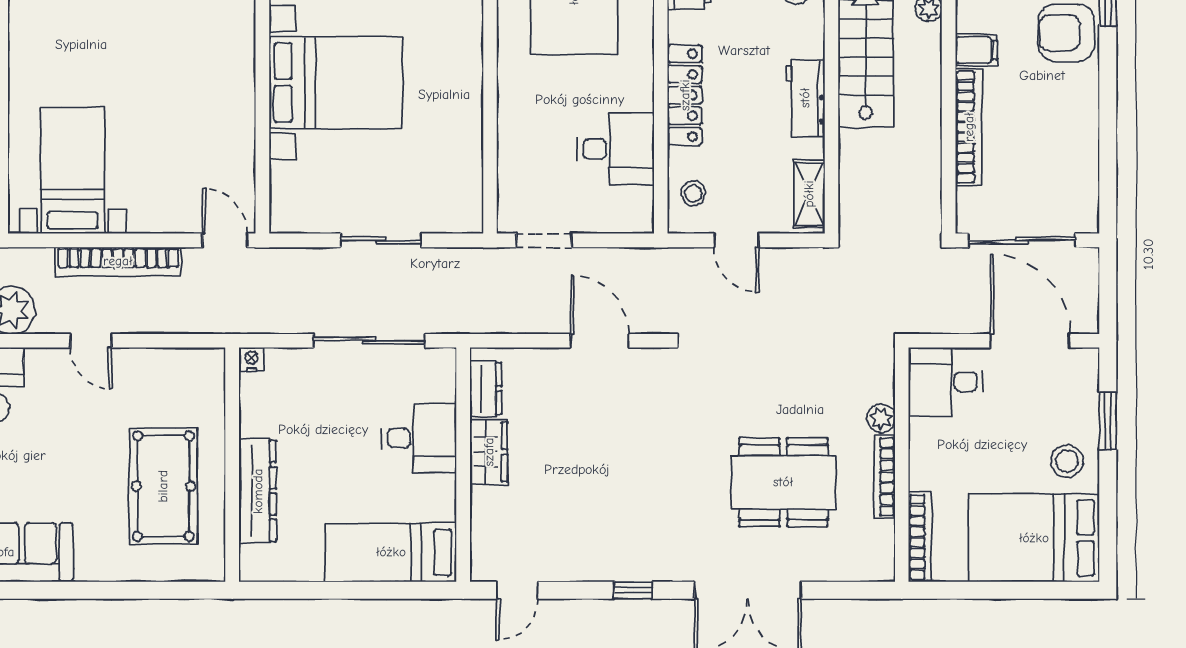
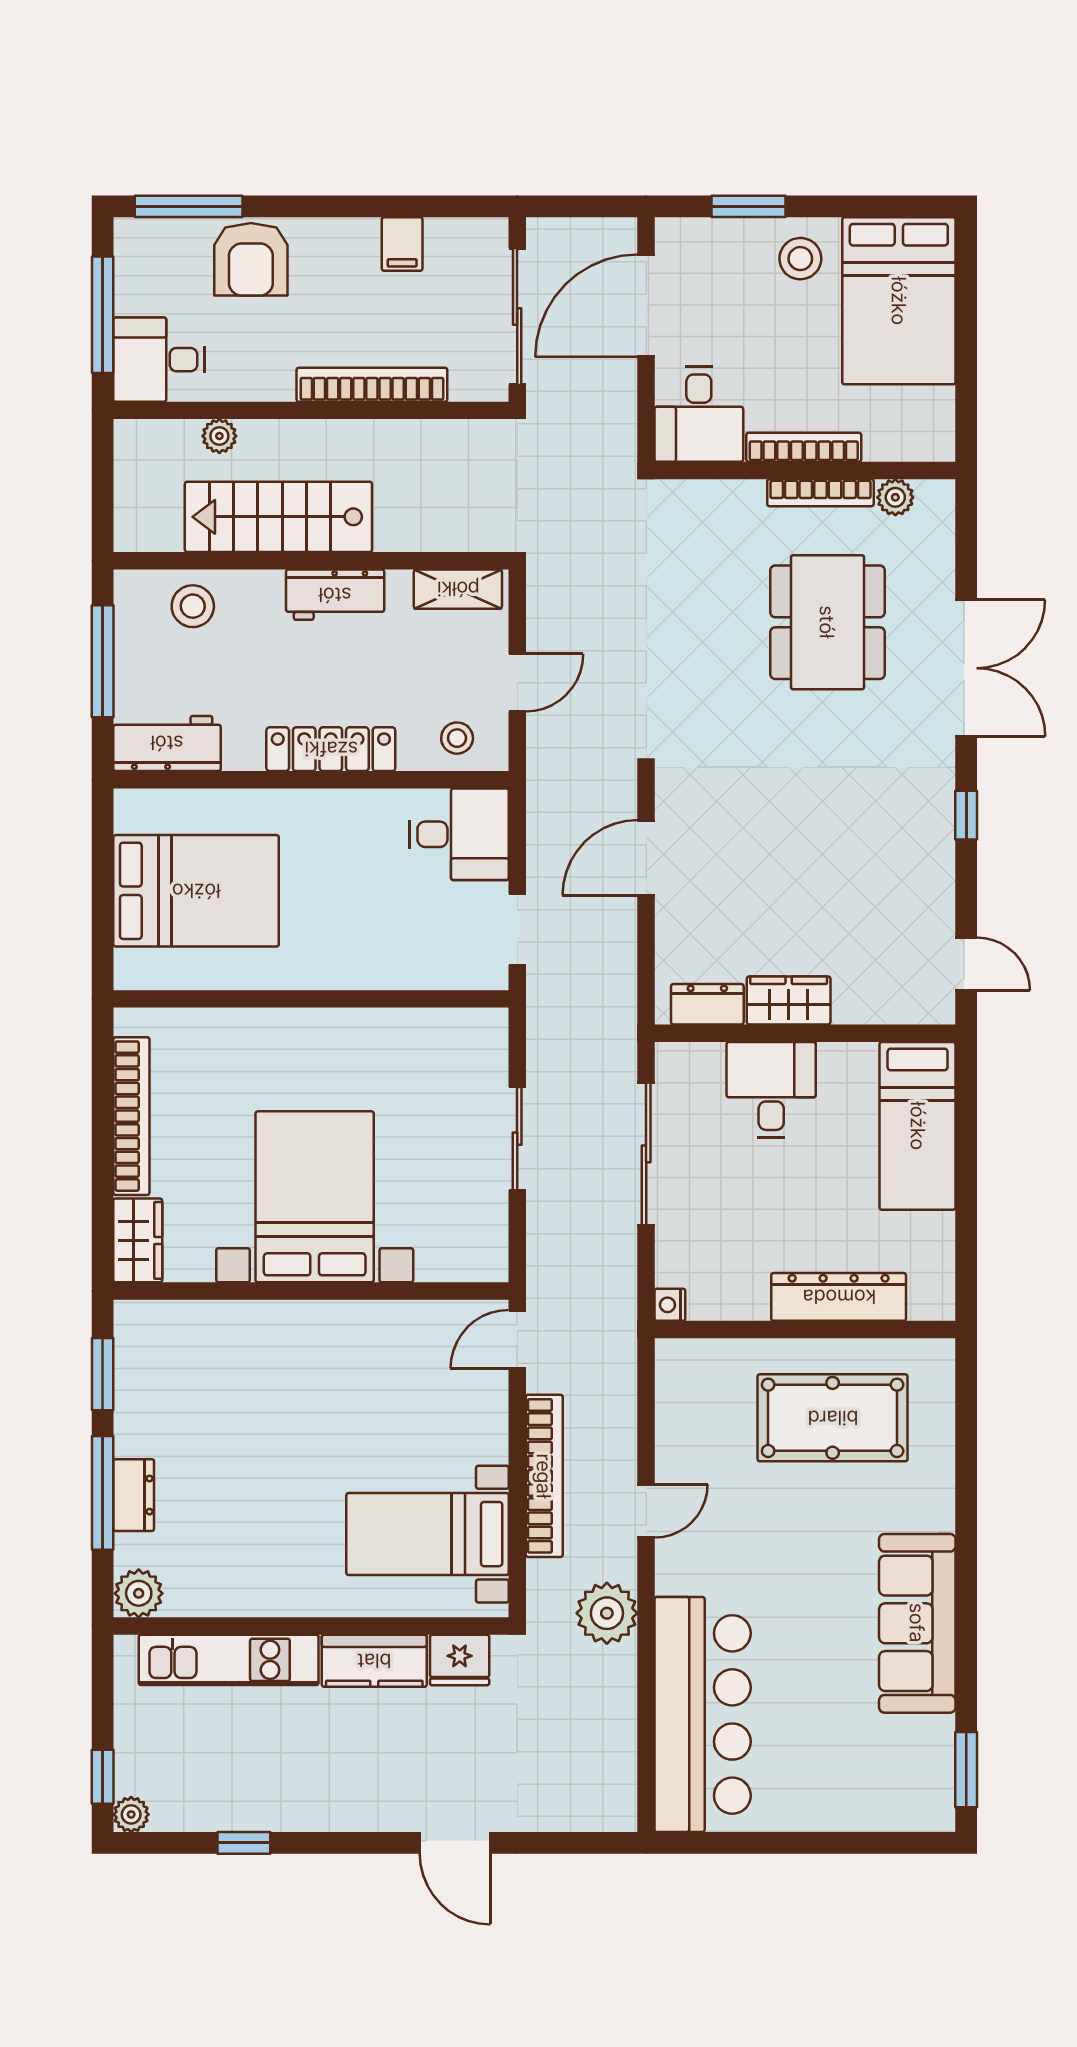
filing cabinet: (976, 50) -> (402, 244), moved, turned 180
desk: (615, 149) -> (459, 834), moved, turned 90
plant: (881, 418) -> (895, 497), moved
bookcase: (920, 537) -> (804, 447), moved

